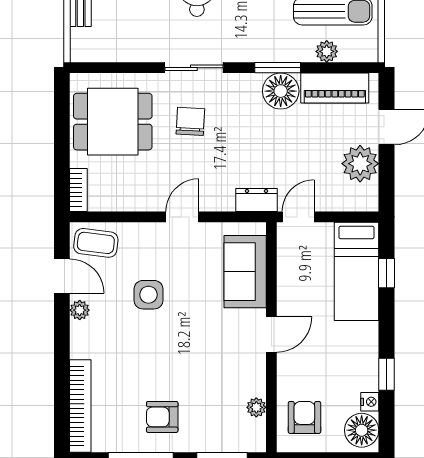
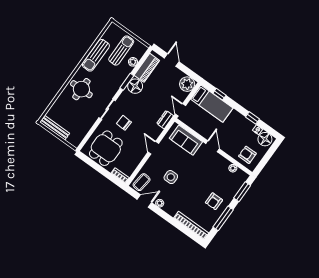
plant: (360, 164) -> (187, 84), moved

